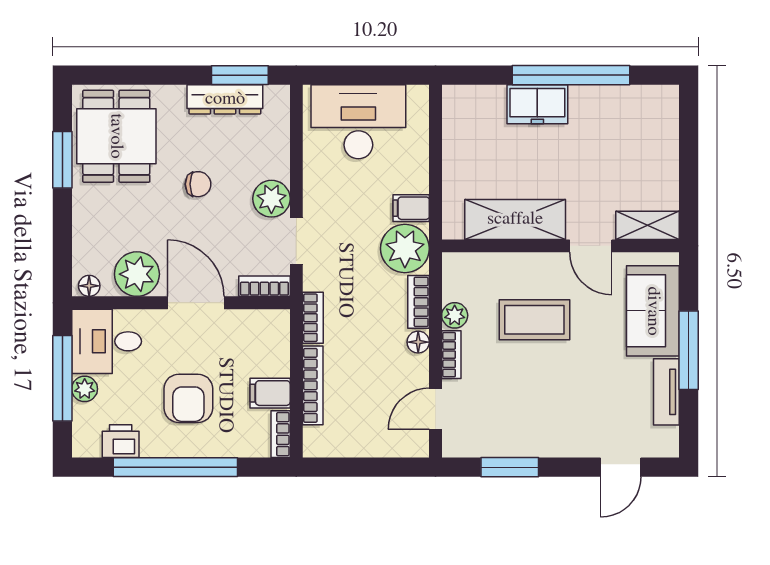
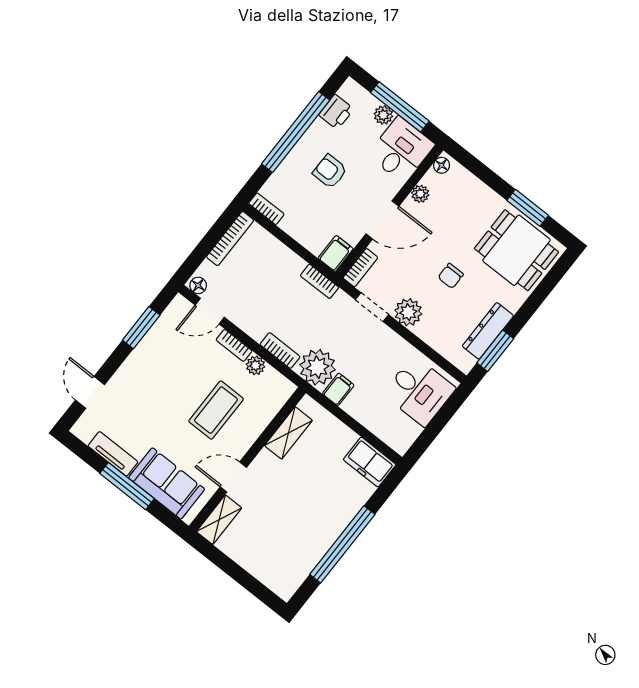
freezer: (537, 104) -> (370, 462), moved, turned -90
desk: (358, 122) -> (419, 391), width x0.73
shelving: (515, 219) -> (288, 433), width x0.67, depth x0.75
plant: (137, 274) -> (420, 194), width x0.53, depth x0.53
floor lamp: (418, 342) -> (198, 285), moved
bookcase: (313, 385) -> (230, 239), moved, turned -90
filing cabinet: (270, 393) -> (336, 253), moved
armchair: (188, 398) -> (330, 171), width x0.72, depth x0.72
door: (436, 409) -> (210, 311), swing flipped

